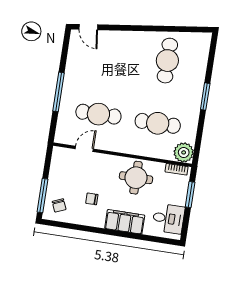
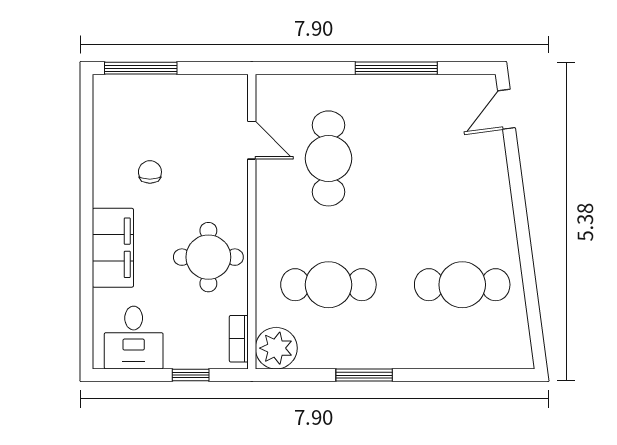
window: (59, 92) -> (396, 68), moved
window: (205, 96) -> (364, 375), moved
cafe table: (158, 123) -> (328, 285), turned 90
window: (190, 195) -> (191, 375), width x0.67
chair: (59, 205) -> (126, 106), removed

